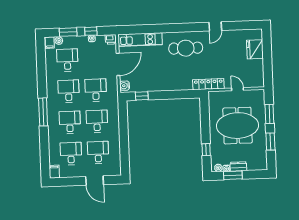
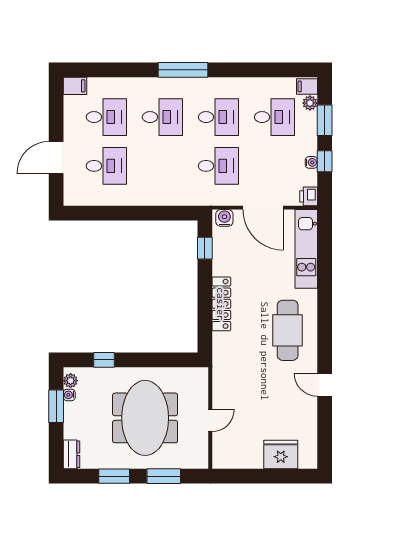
locker: (208, 84) -> (221, 304), moved
desk: (97, 121) -> (162, 166), removed
dresser: (238, 166) -> (72, 454), moved

